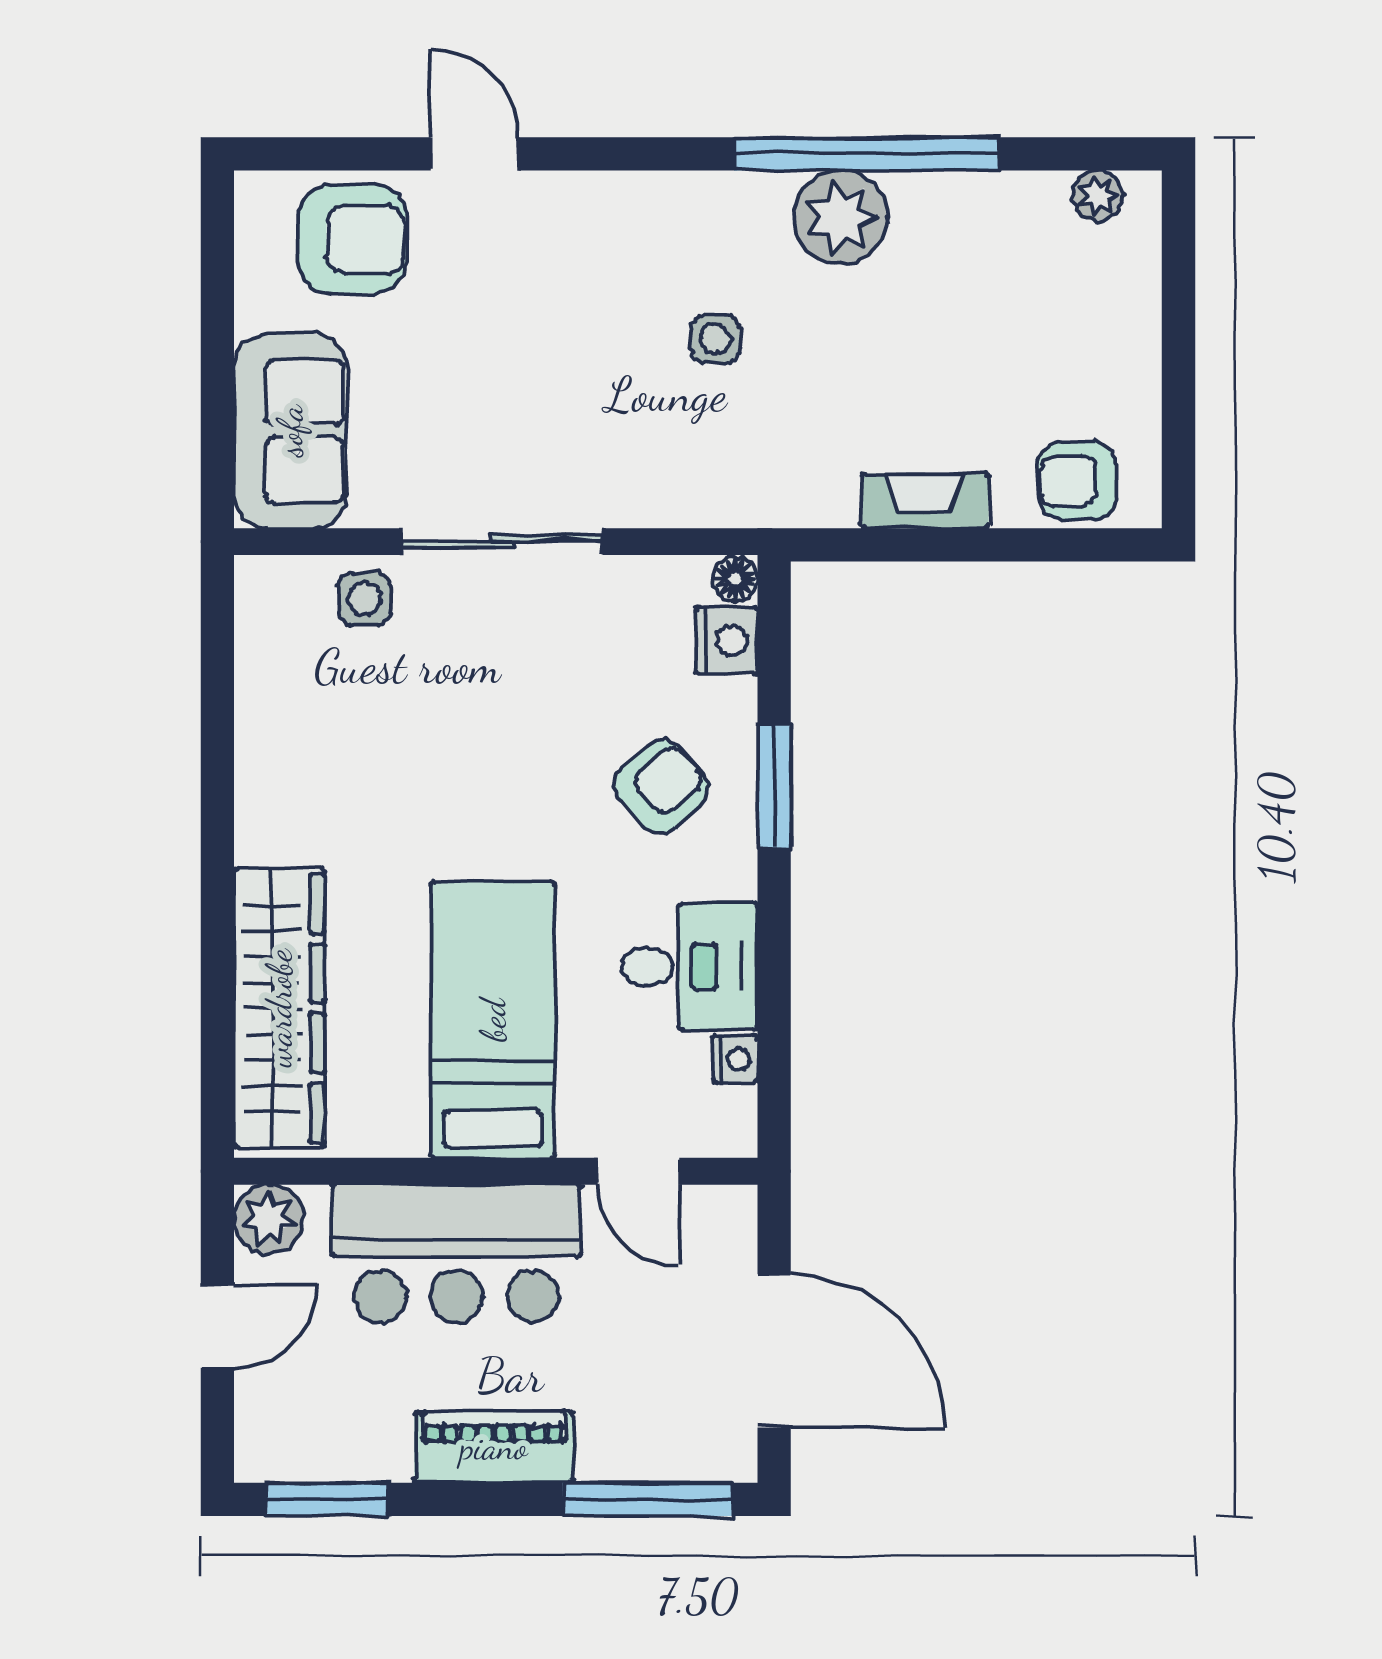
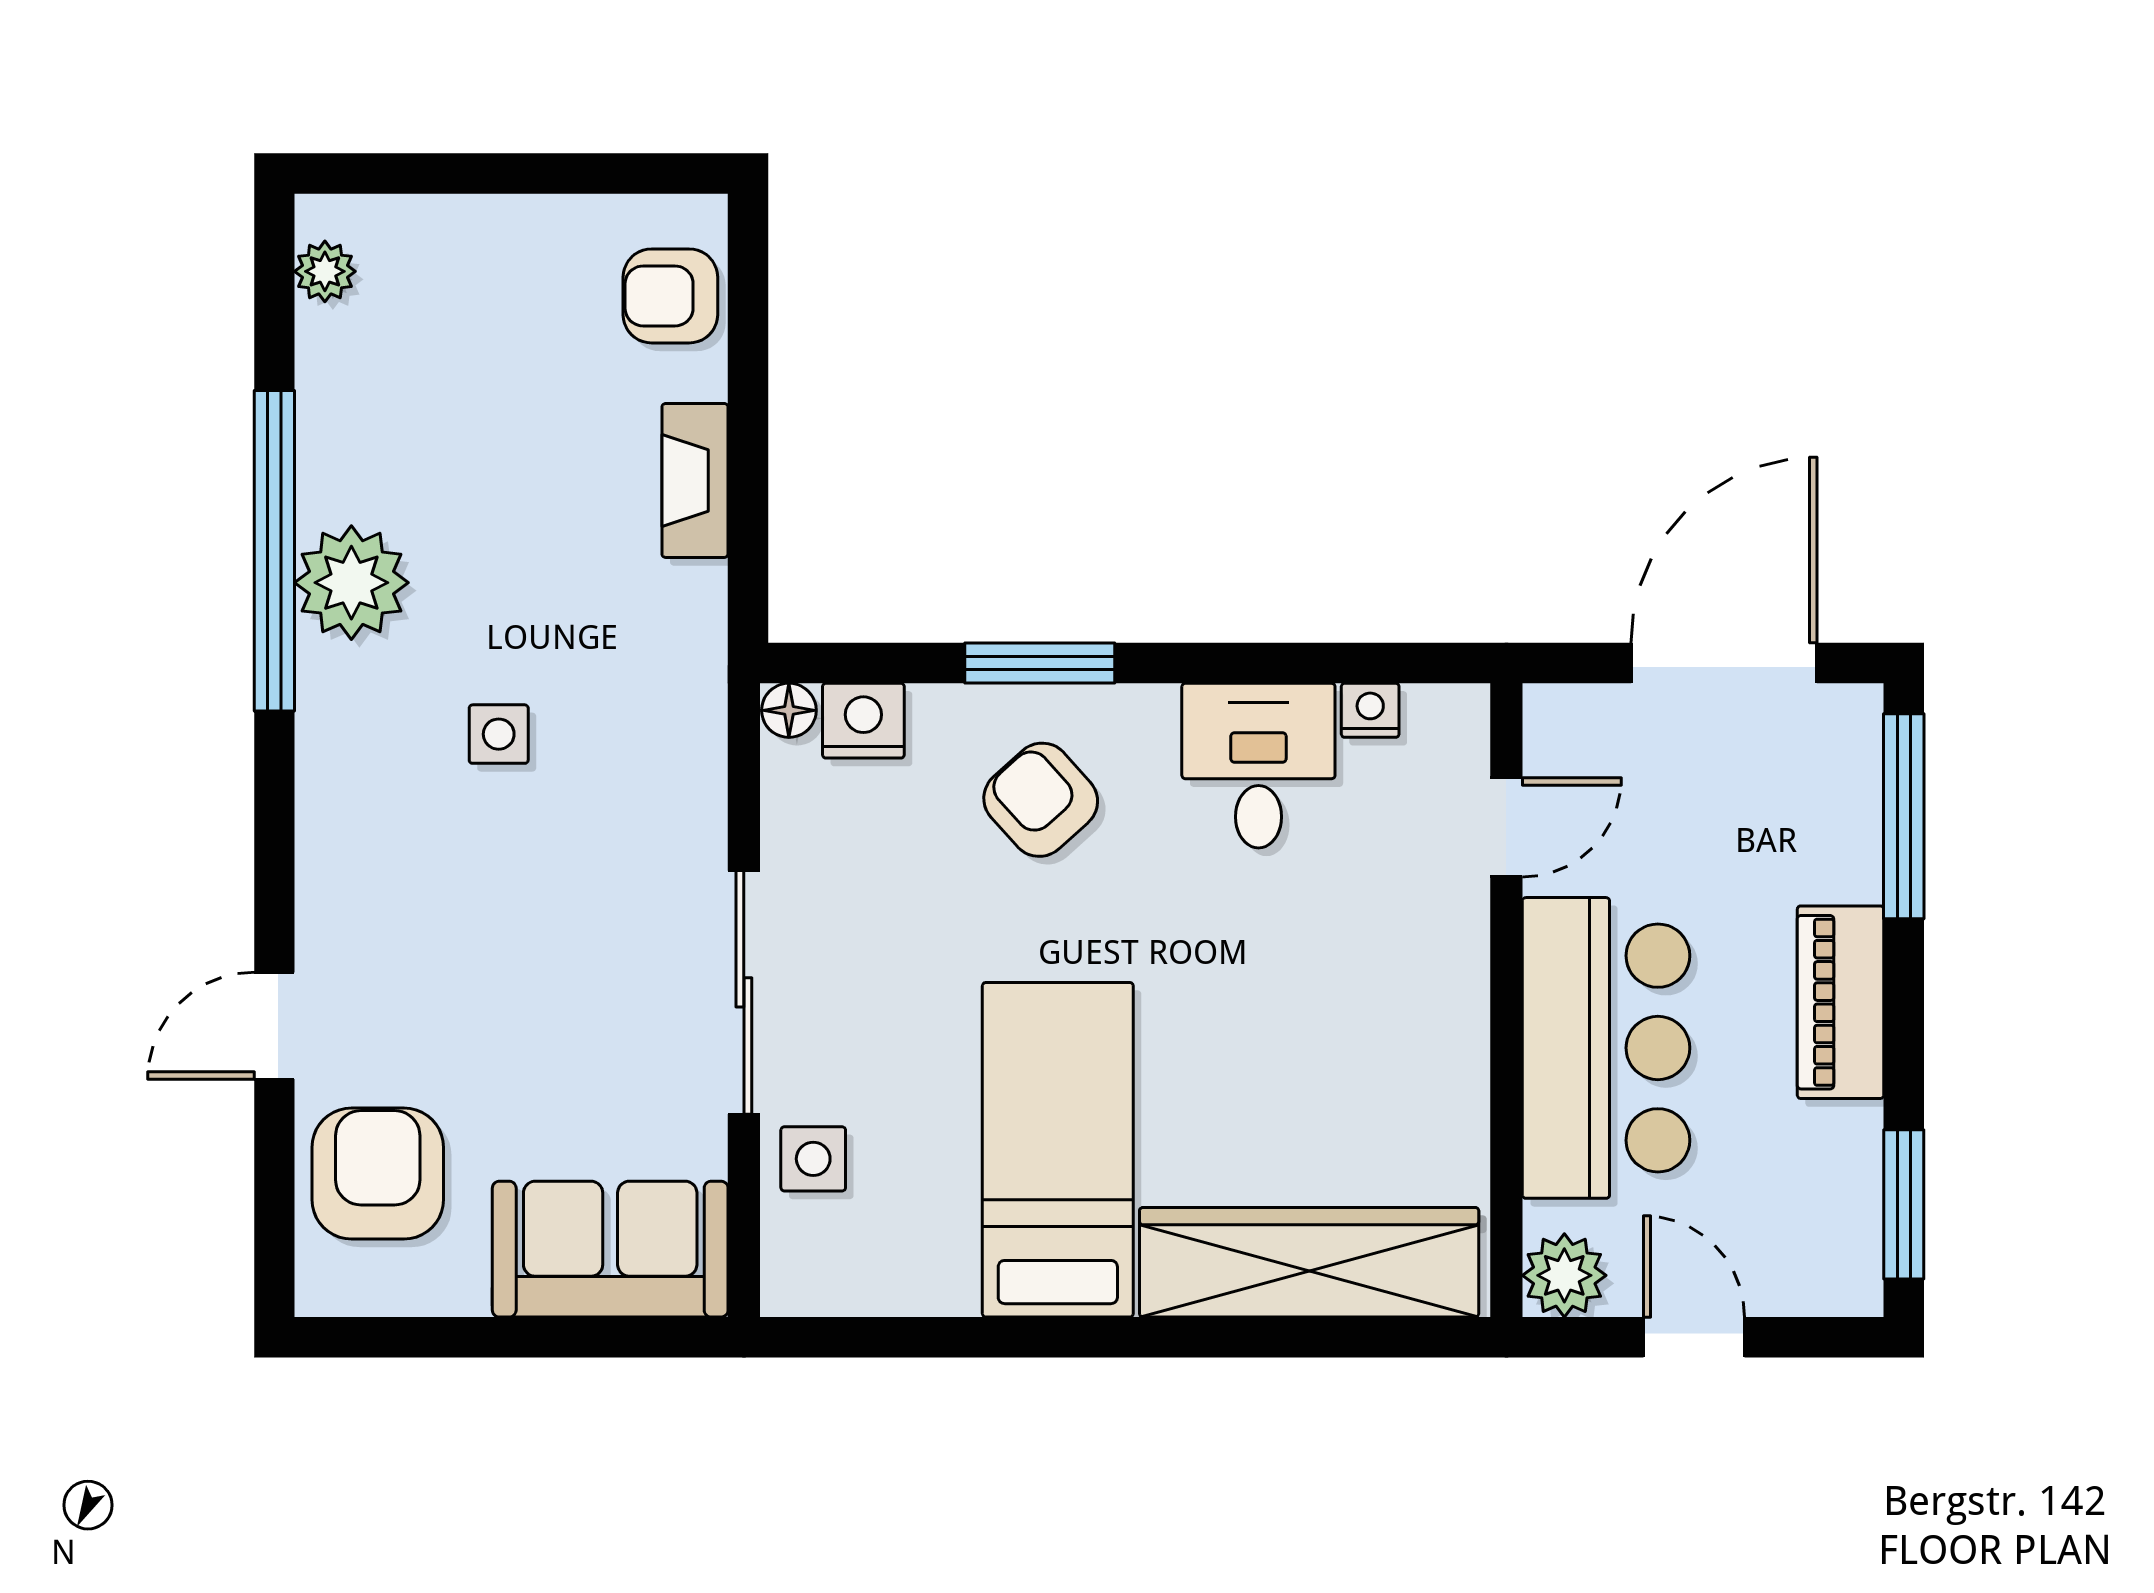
armchair: (1077, 481) -> (670, 296), turned 90
bed: (493, 1020) -> (1058, 1150), moved, turned 90

